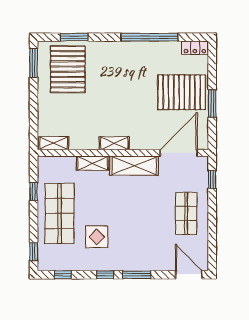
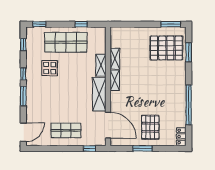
pallet: (182, 92) -> (150, 127), width x0.73, depth x0.71
shelving: (54, 143) -> (115, 59), moved

